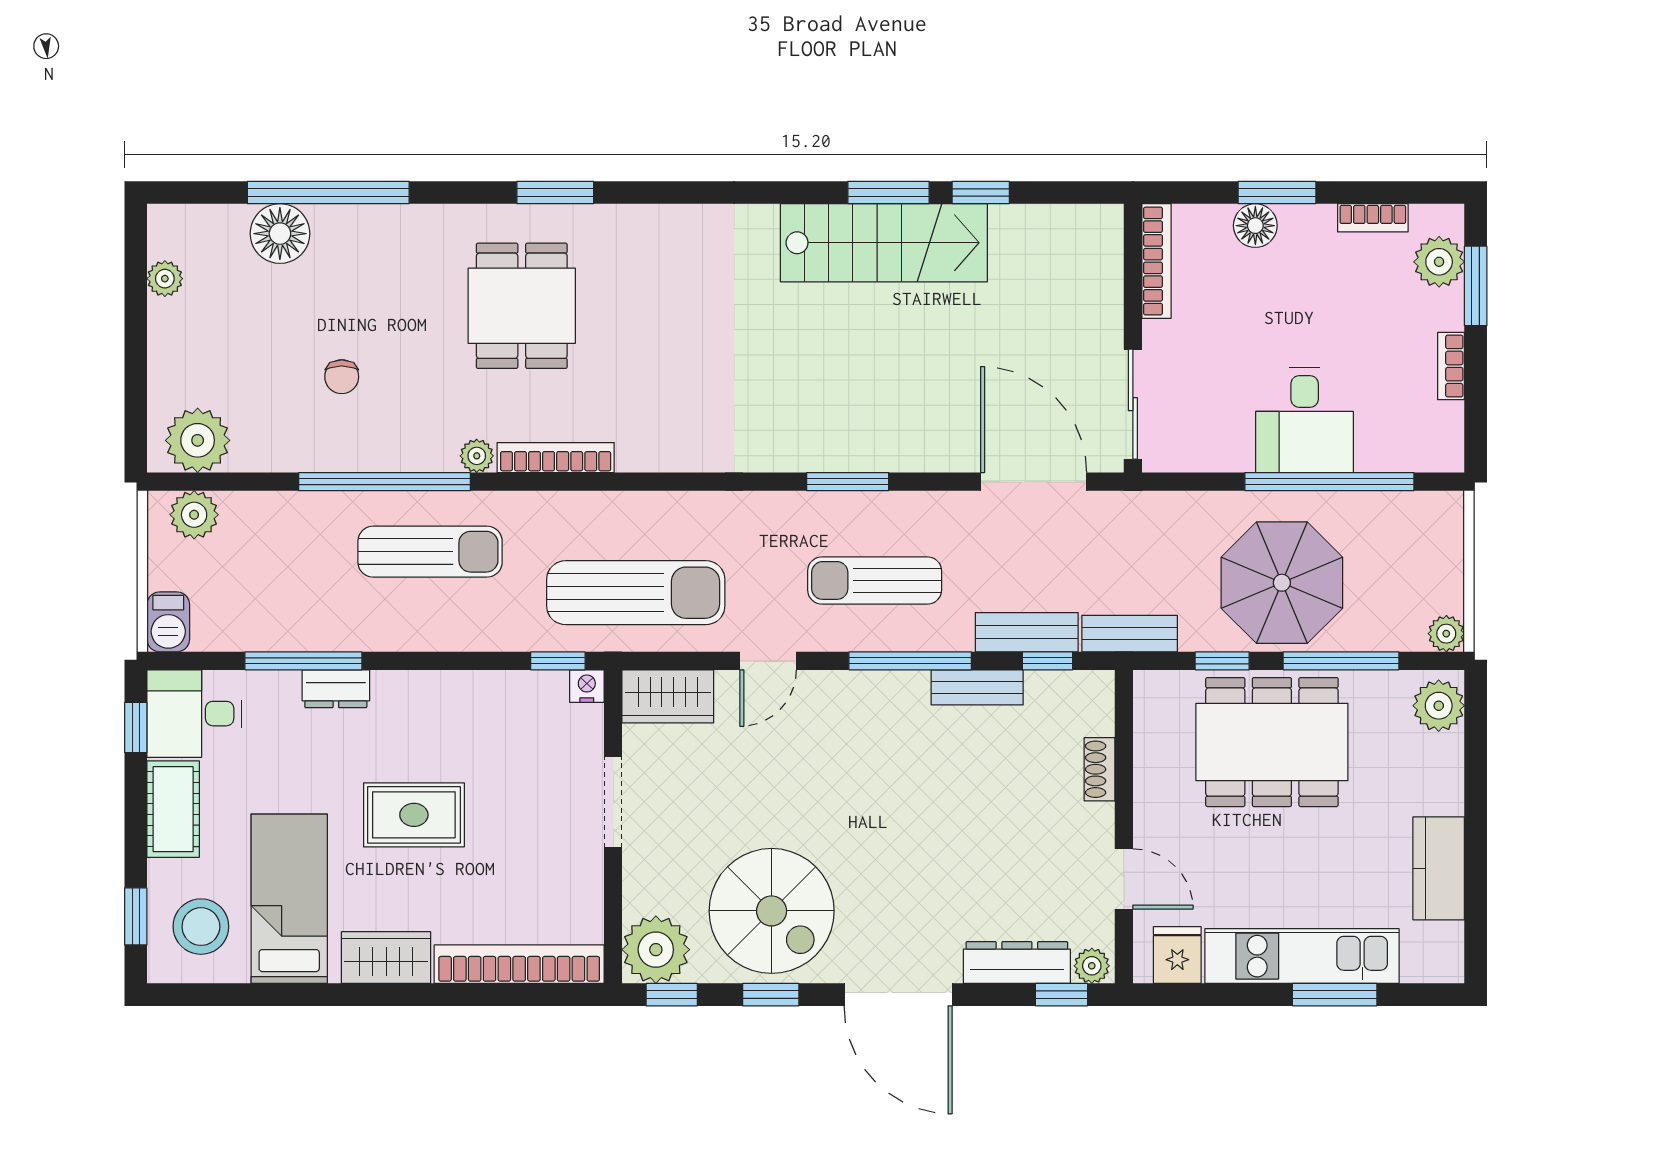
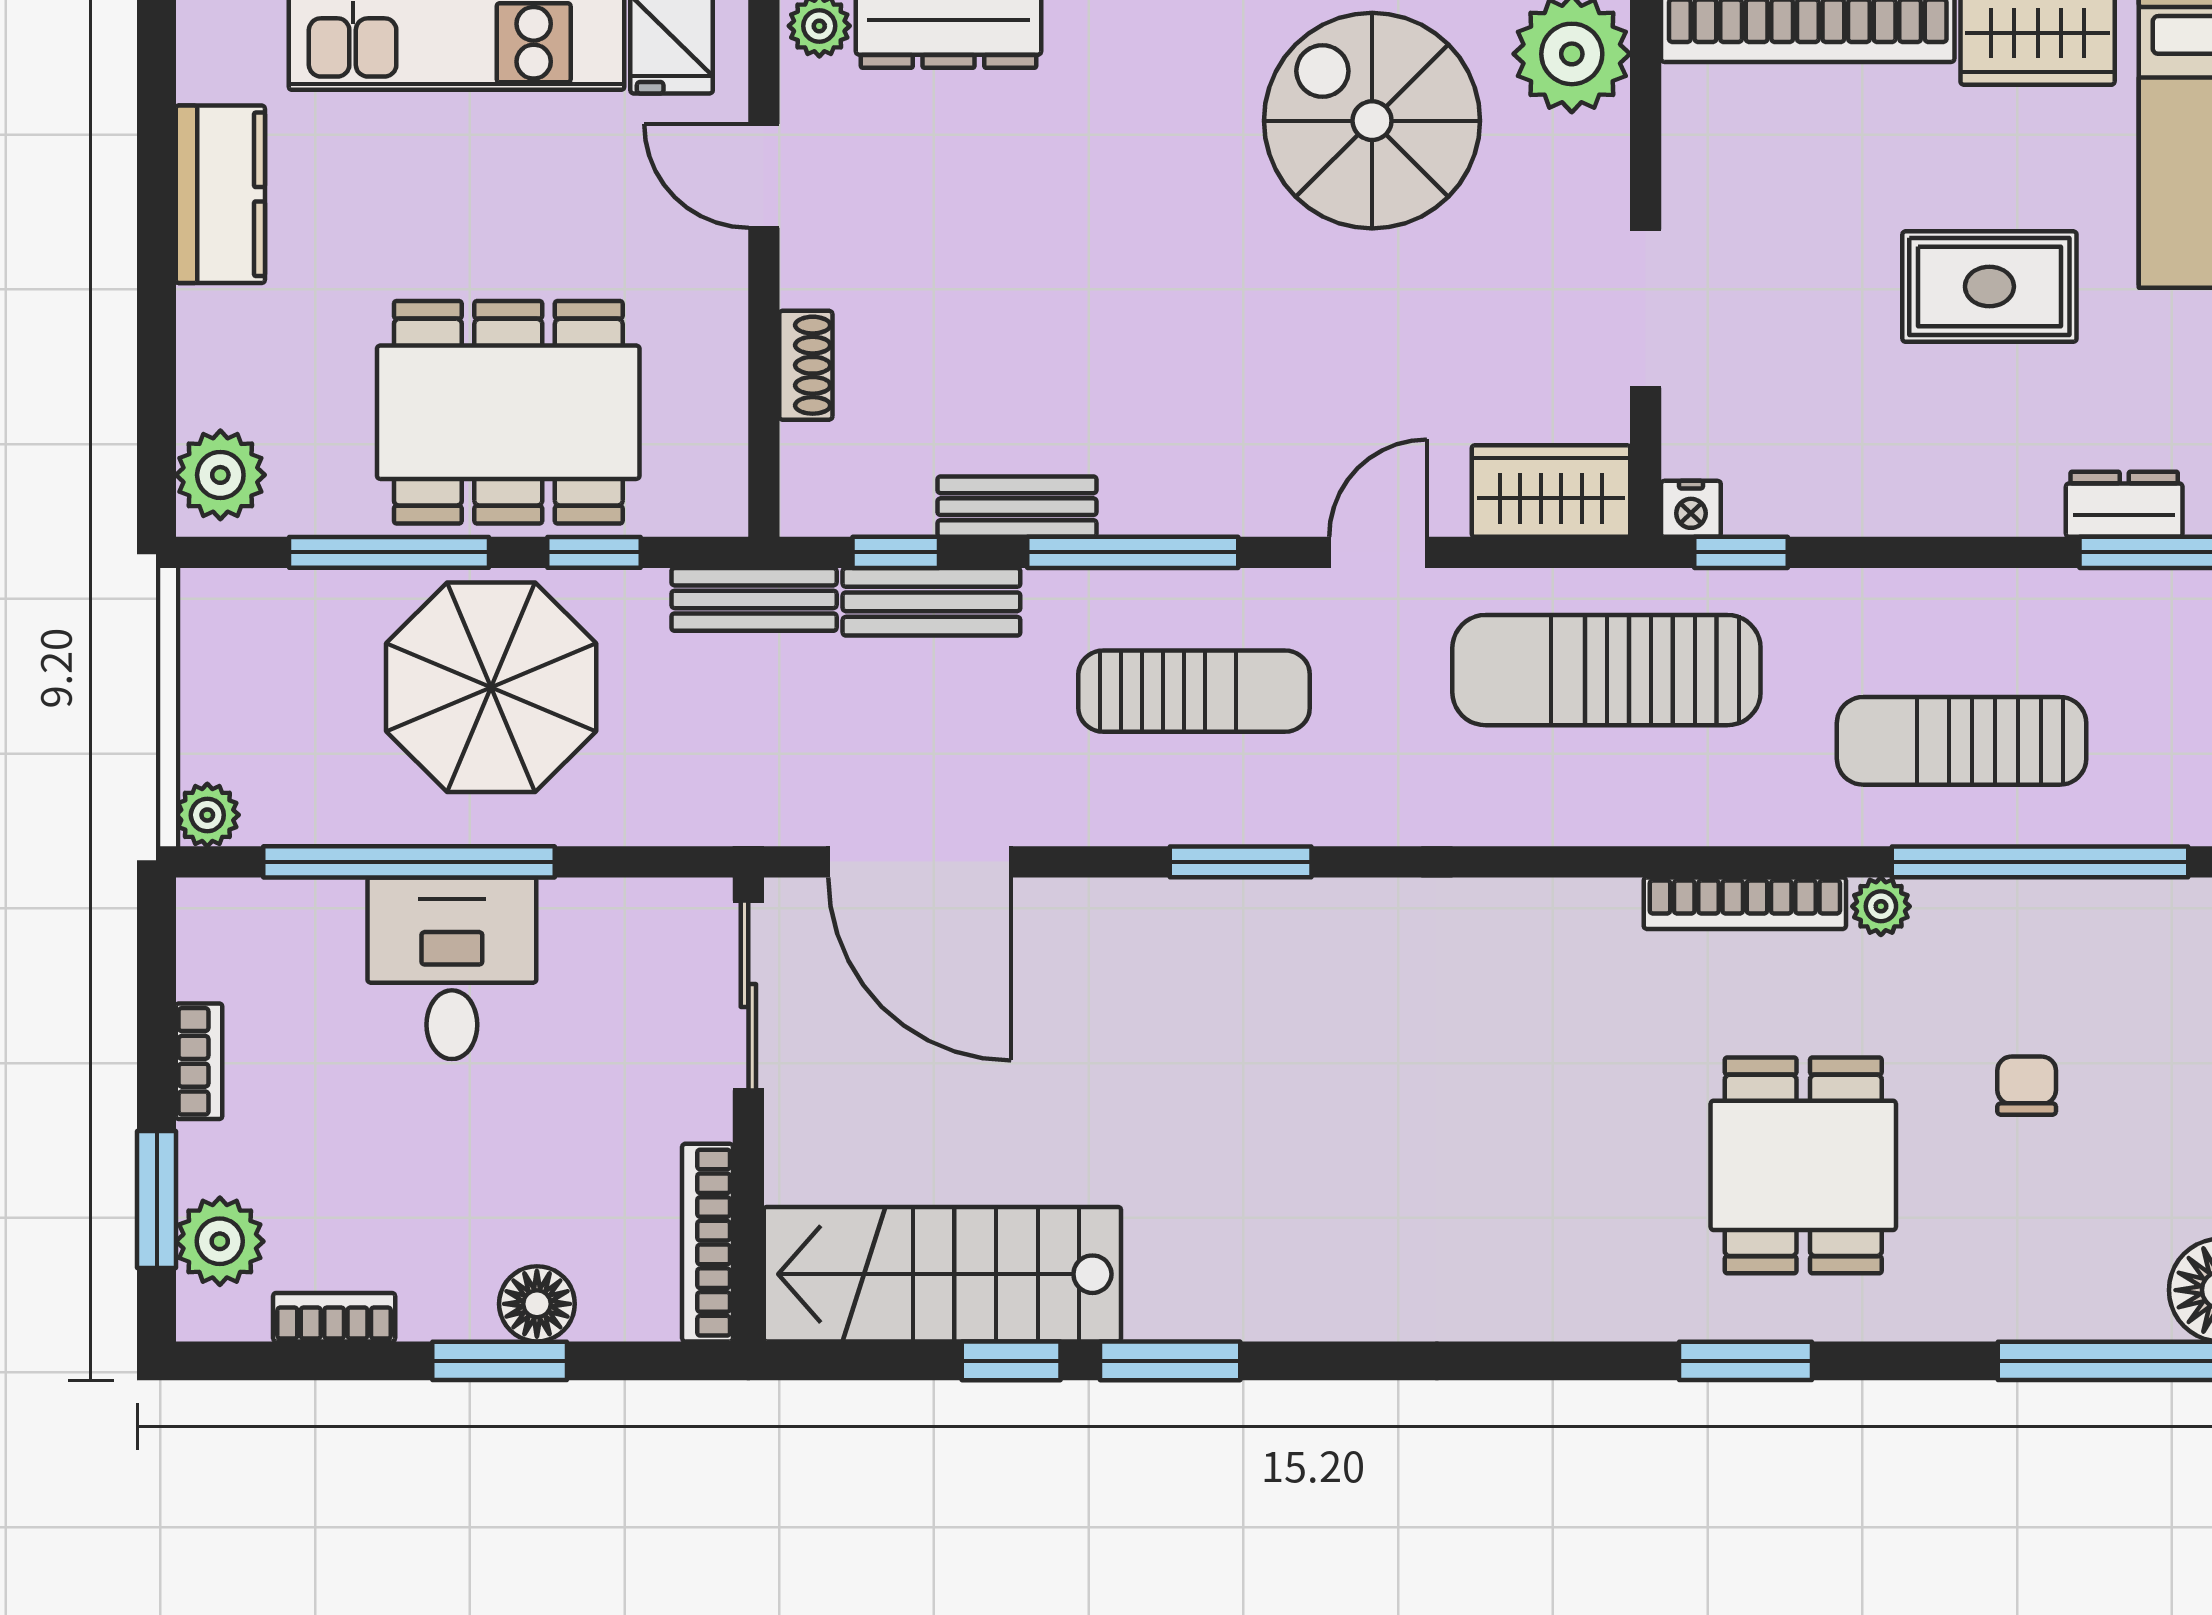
stairs: (884, 243) -> (942, 1274), moved
chair: (342, 377) -> (2027, 1086), moved
plant: (1446, 634) -> (207, 815), moved

